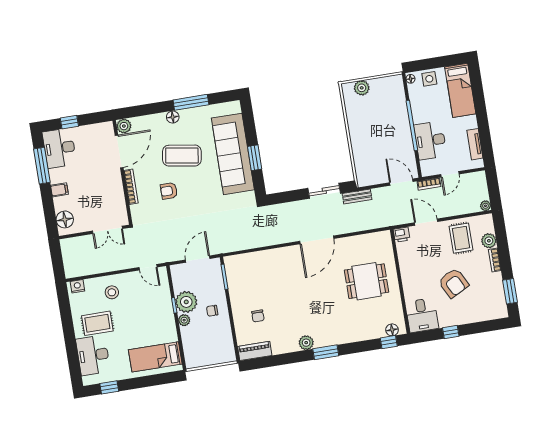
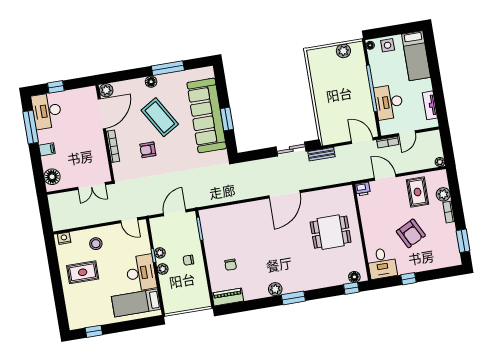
plant: (362, 88) -> (343, 51), moved
coffee table: (182, 156) -> (160, 117), turned 50
plant: (186, 302) -> (160, 253), width x0.53, depth x0.53
desk: (93, 355) -> (141, 273), moved, turned 180

